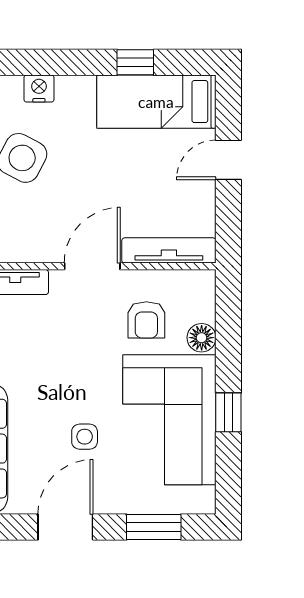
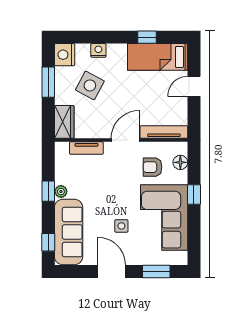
armchair: (146, 320) -> (153, 167), turned 90
floor lamp: (202, 338) -> (180, 162), moved
window: (228, 412) -> (194, 194), moved
door: (65, 527) -> (112, 272), hinge flipped

